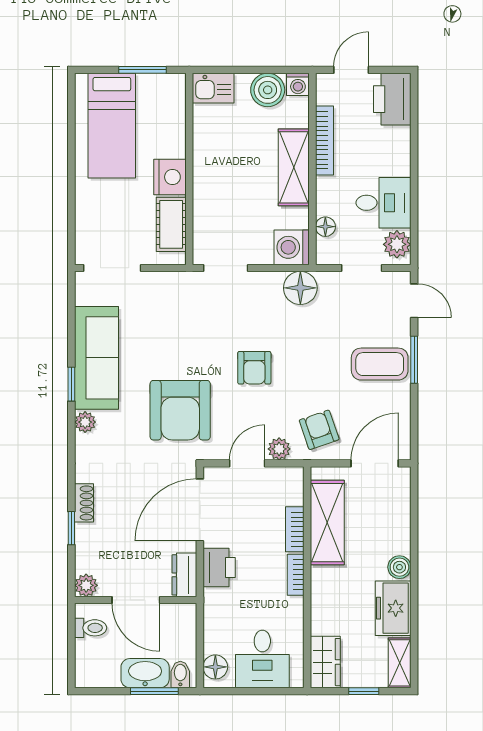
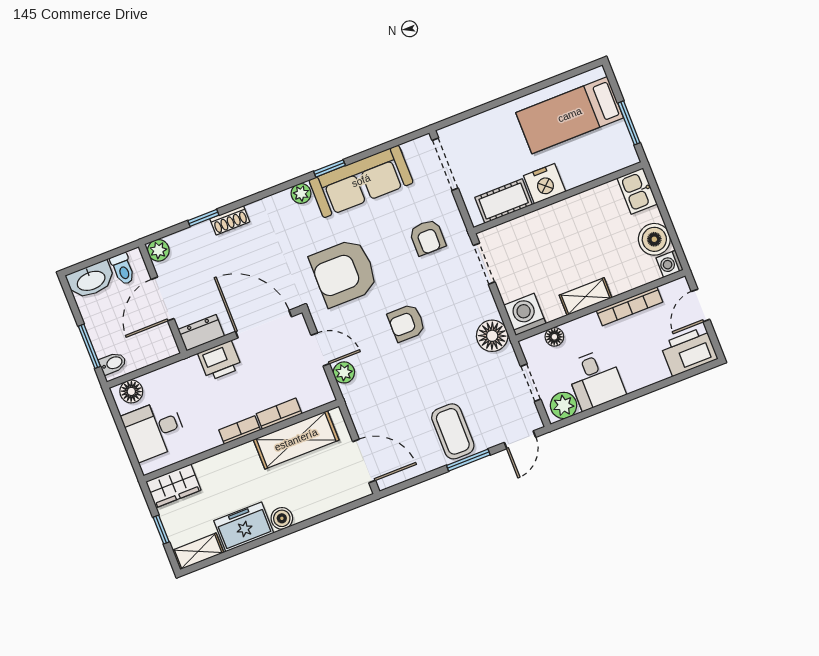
door: (351, 70) -> (700, 305), swing flipped
shelving: (294, 167) -> (586, 297), width x0.67, depth x0.75
armchair: (319, 430) -> (427, 237), moved, turned 109
washbasin: (145, 673) -> (91, 280), moved, turned 90

